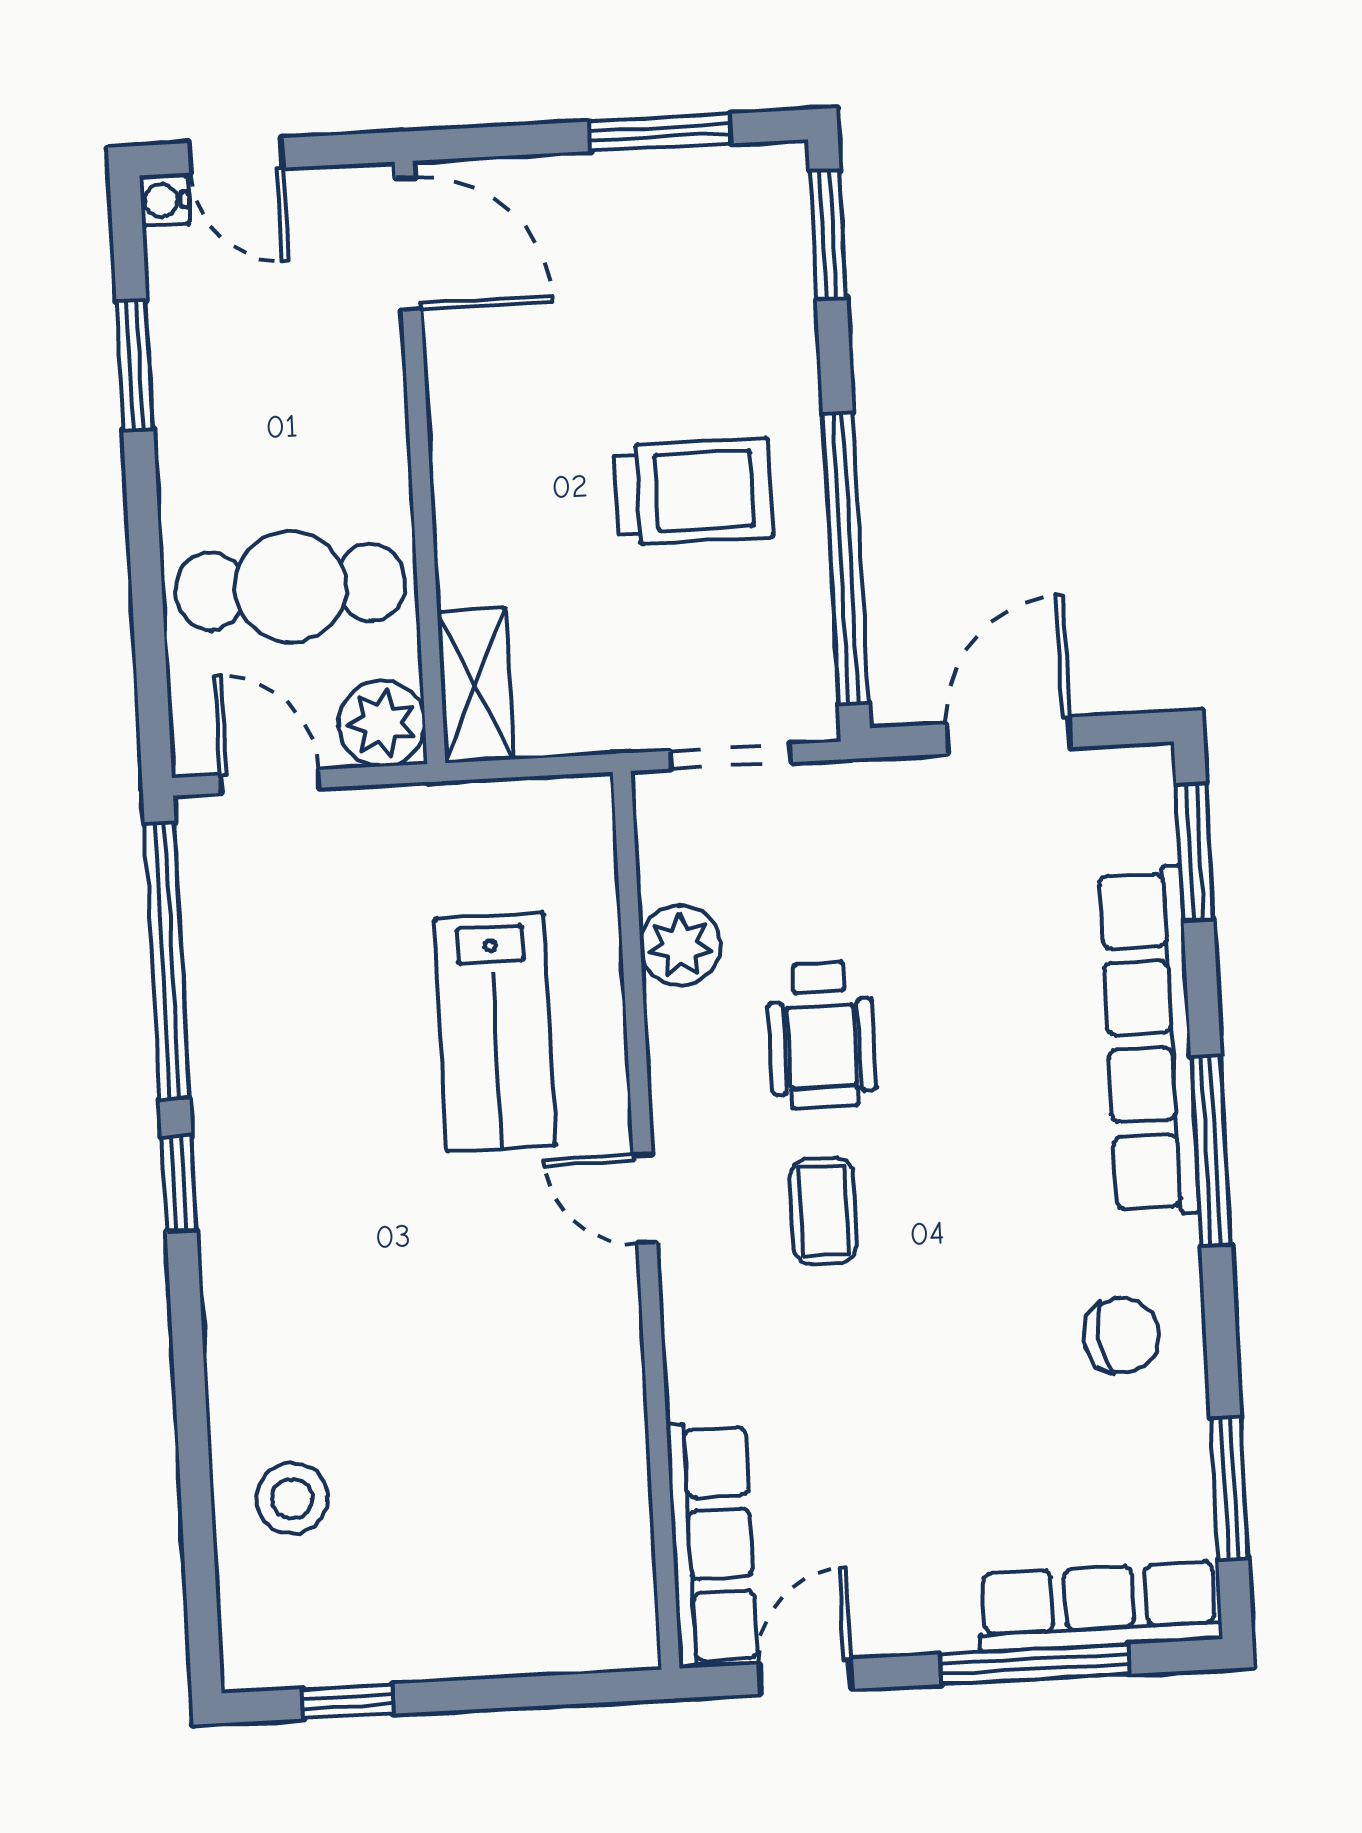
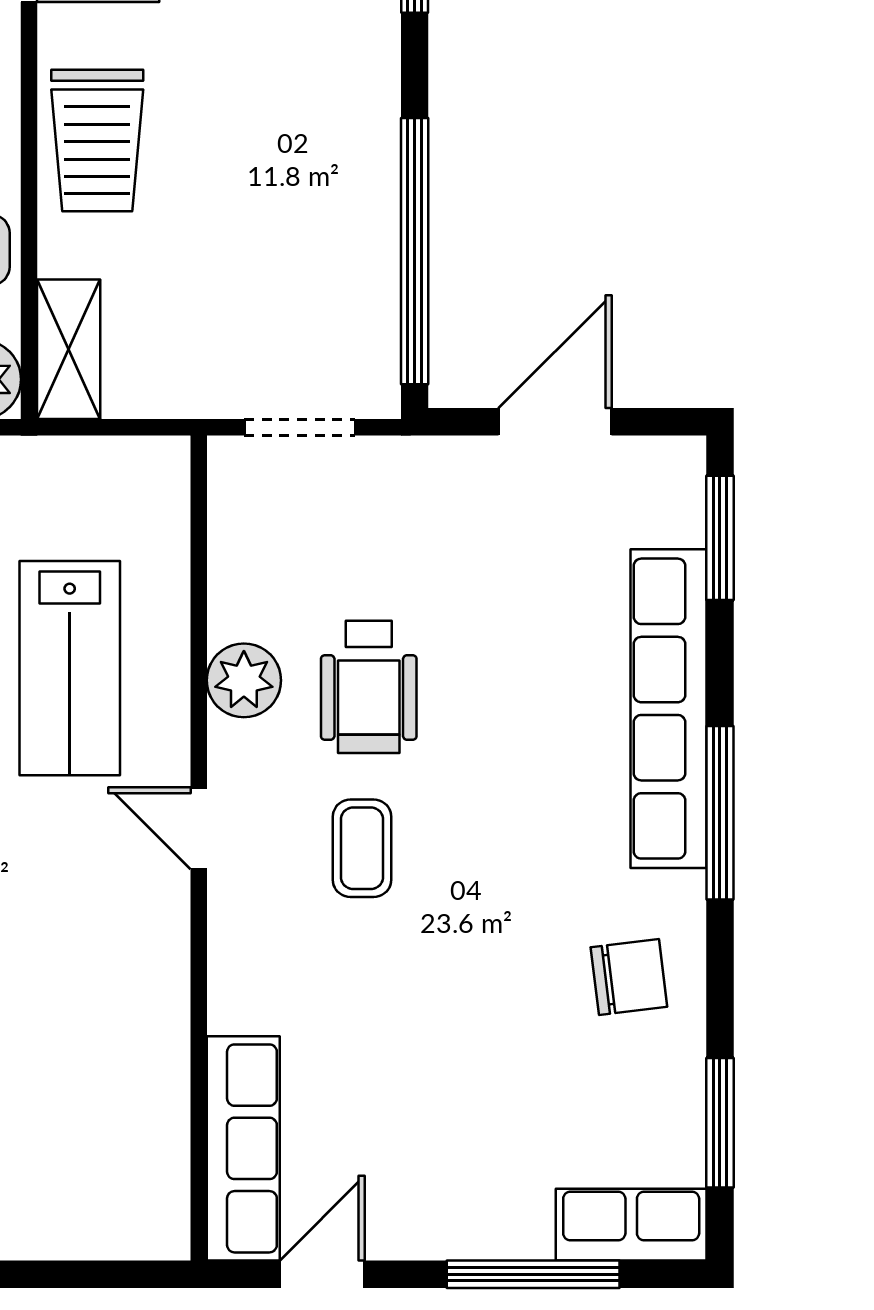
trolley: (693, 491) -> (97, 140), moved, turned 90
plant: (680, 945) -> (244, 680), moved
row of seats: (1099, 1607) -> (631, 1225), width x0.68

